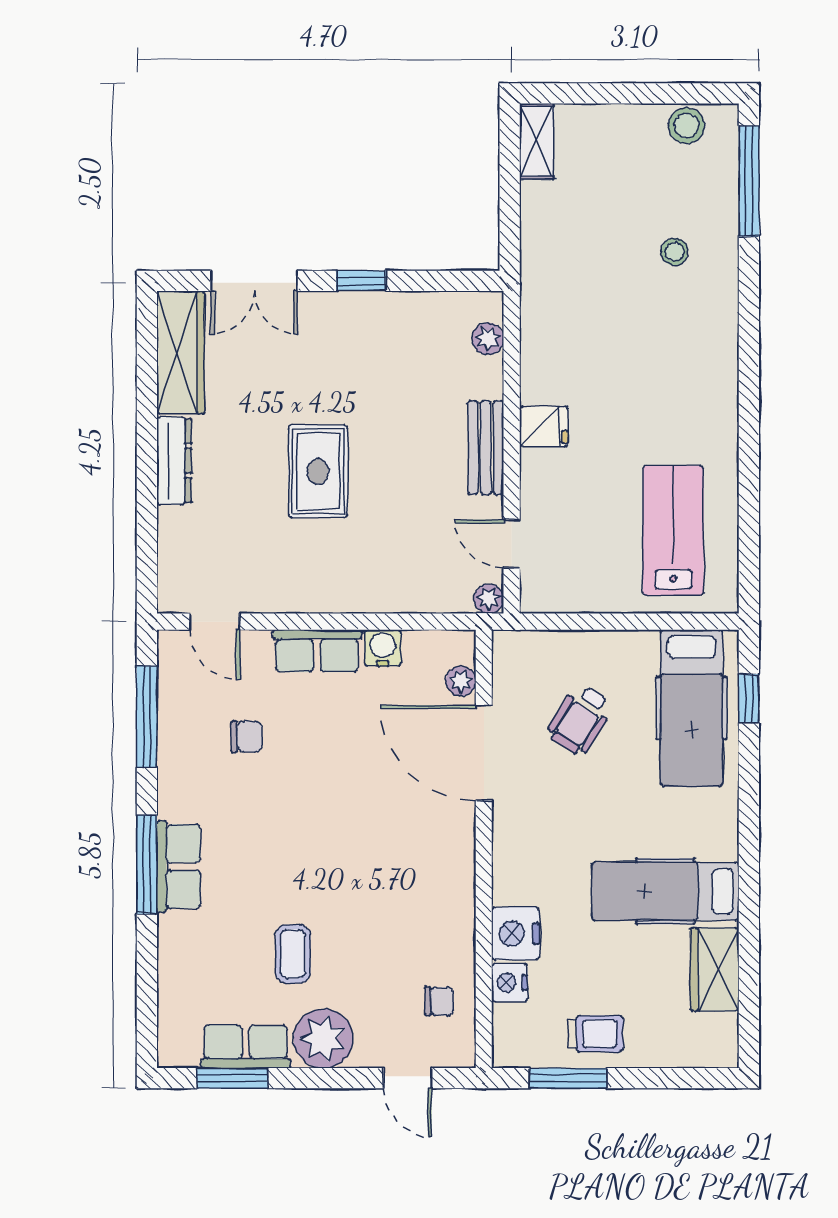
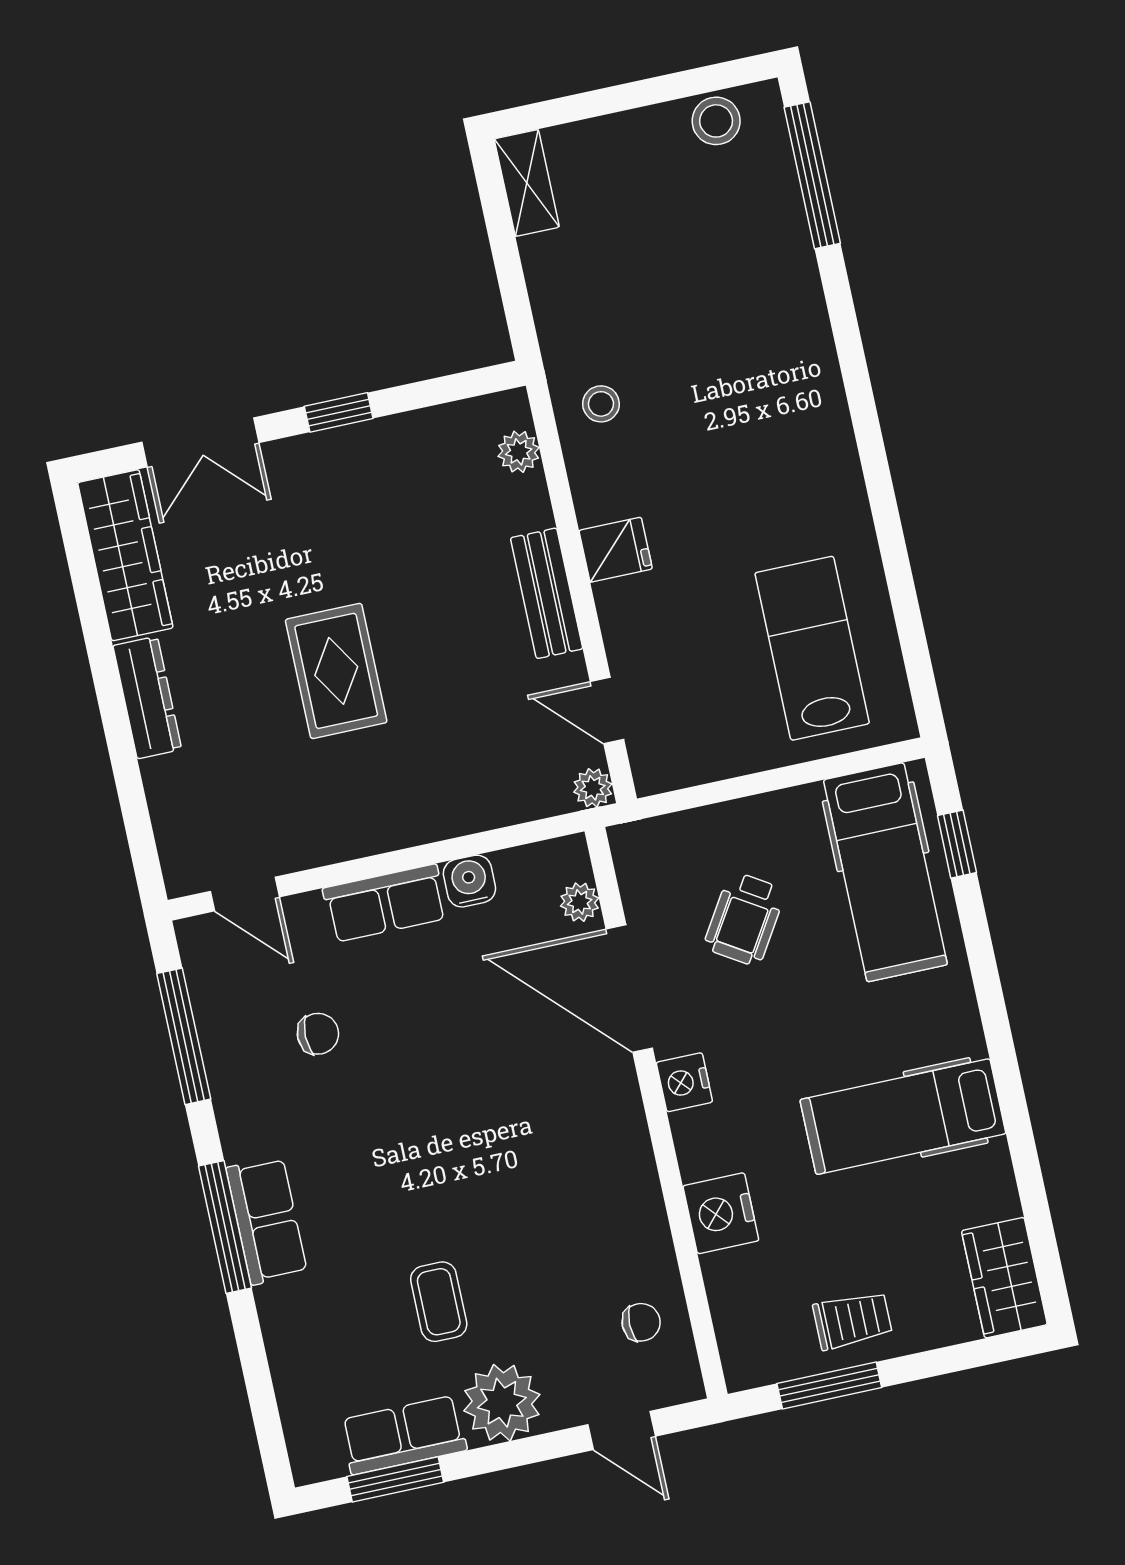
stool: (675, 252) -> (601, 404), moved
wardrobe: (715, 969) -> (1004, 1278), moved
nightstand: (509, 983) -> (684, 1082), moved

